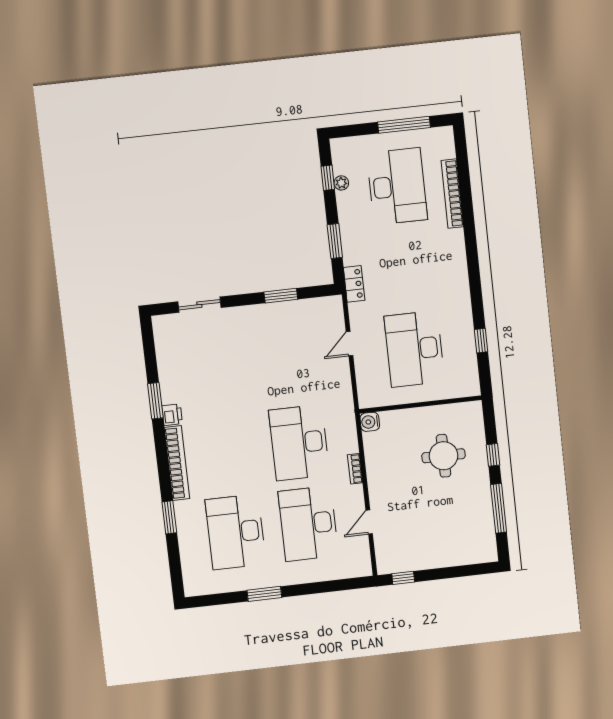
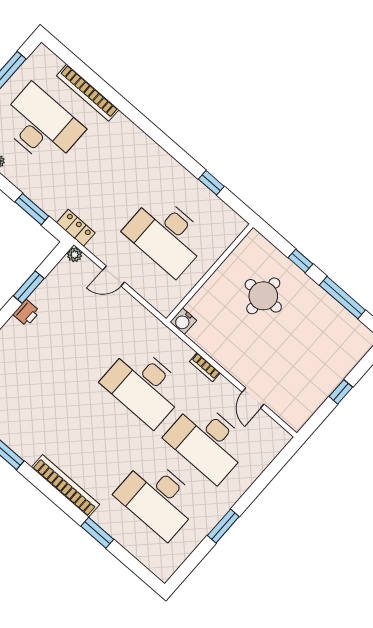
plant: (335, 302) -> (75, 255), added
door: (350, 344) -> (114, 276), hinge flipped
printer: (172, 415) -> (26, 313), moved, turned 90
window: (403, 578) -> (341, 392), moved

